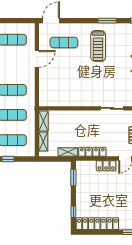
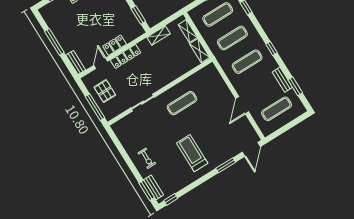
window: (107, 21) -> (226, 165), moved
exercise mat: (64, 42) -> (182, 103), moved
locker: (92, 152) -> (125, 56), moved

